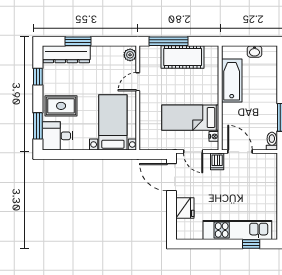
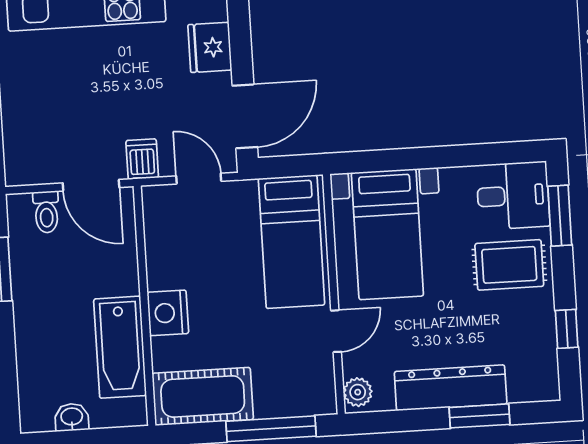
dresser: (66, 54) -> (451, 388), moved
cot: (183, 57) -> (203, 396), moved
bed: (190, 118) -> (292, 242), moved, turned 90
nightstand: (214, 136) -> (168, 313), moved, width x1.89, depth x1.79
toilet: (272, 141) -> (46, 212), moved
door: (172, 177) -> (245, 116), hinge flipped

